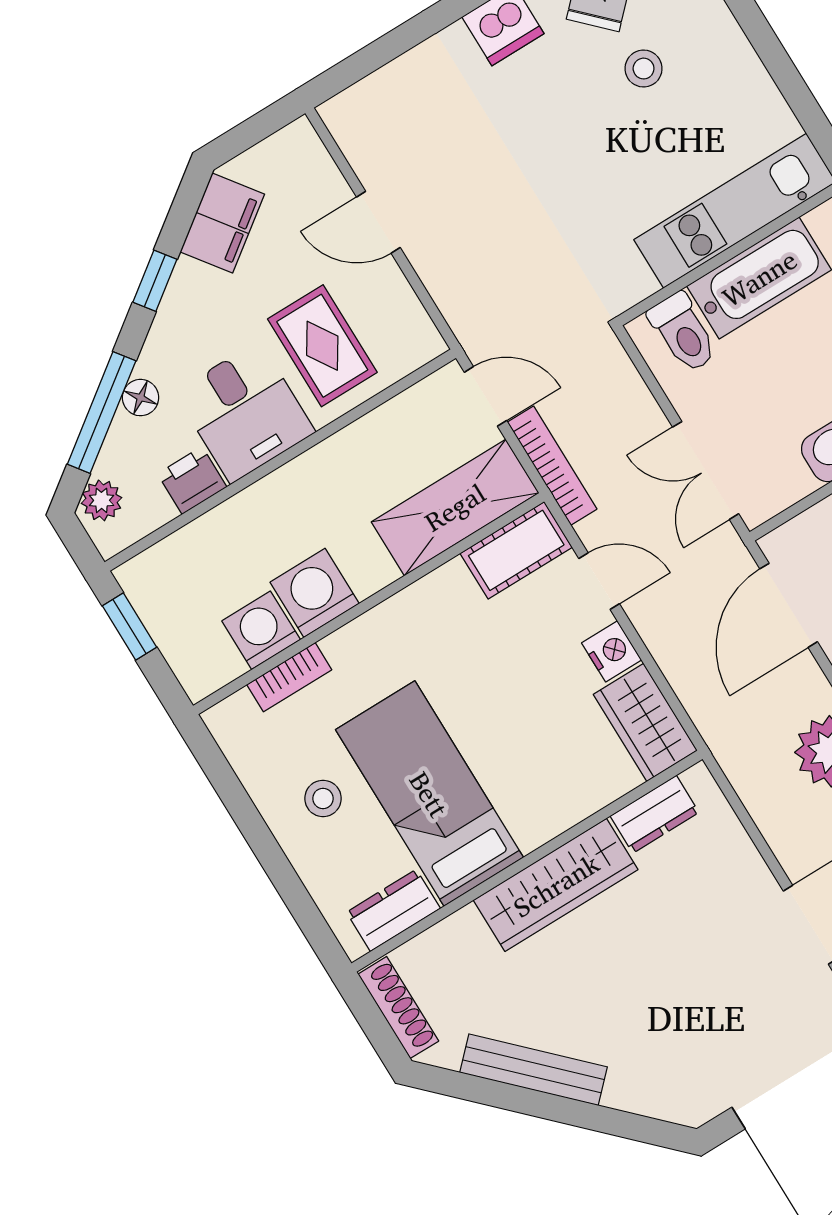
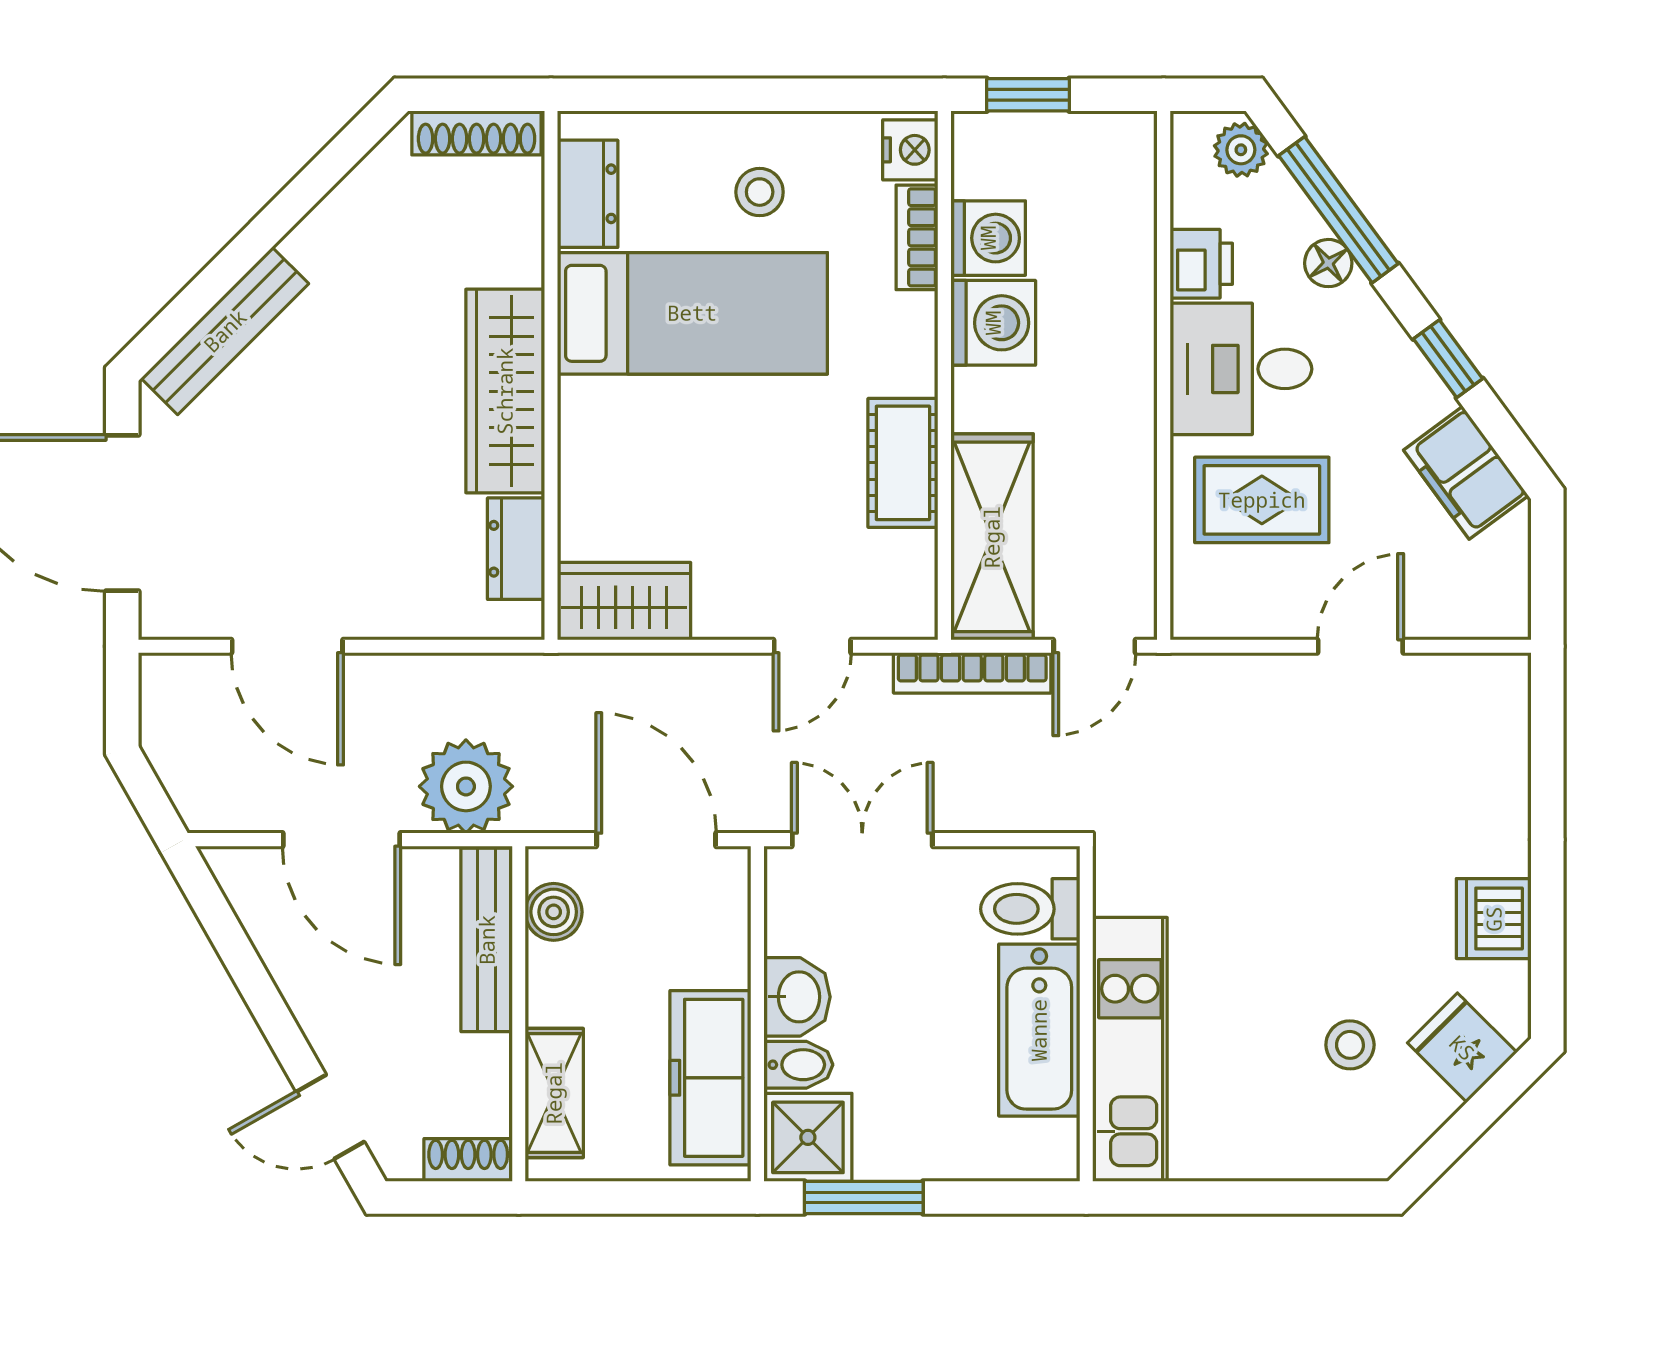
cot: (516, 550) -> (903, 463), moved
window: (129, 626) -> (1028, 95), moved
nightstand: (612, 651) -> (910, 150), moved, turned -90
bench: (534, 1070) -> (225, 331), moved

